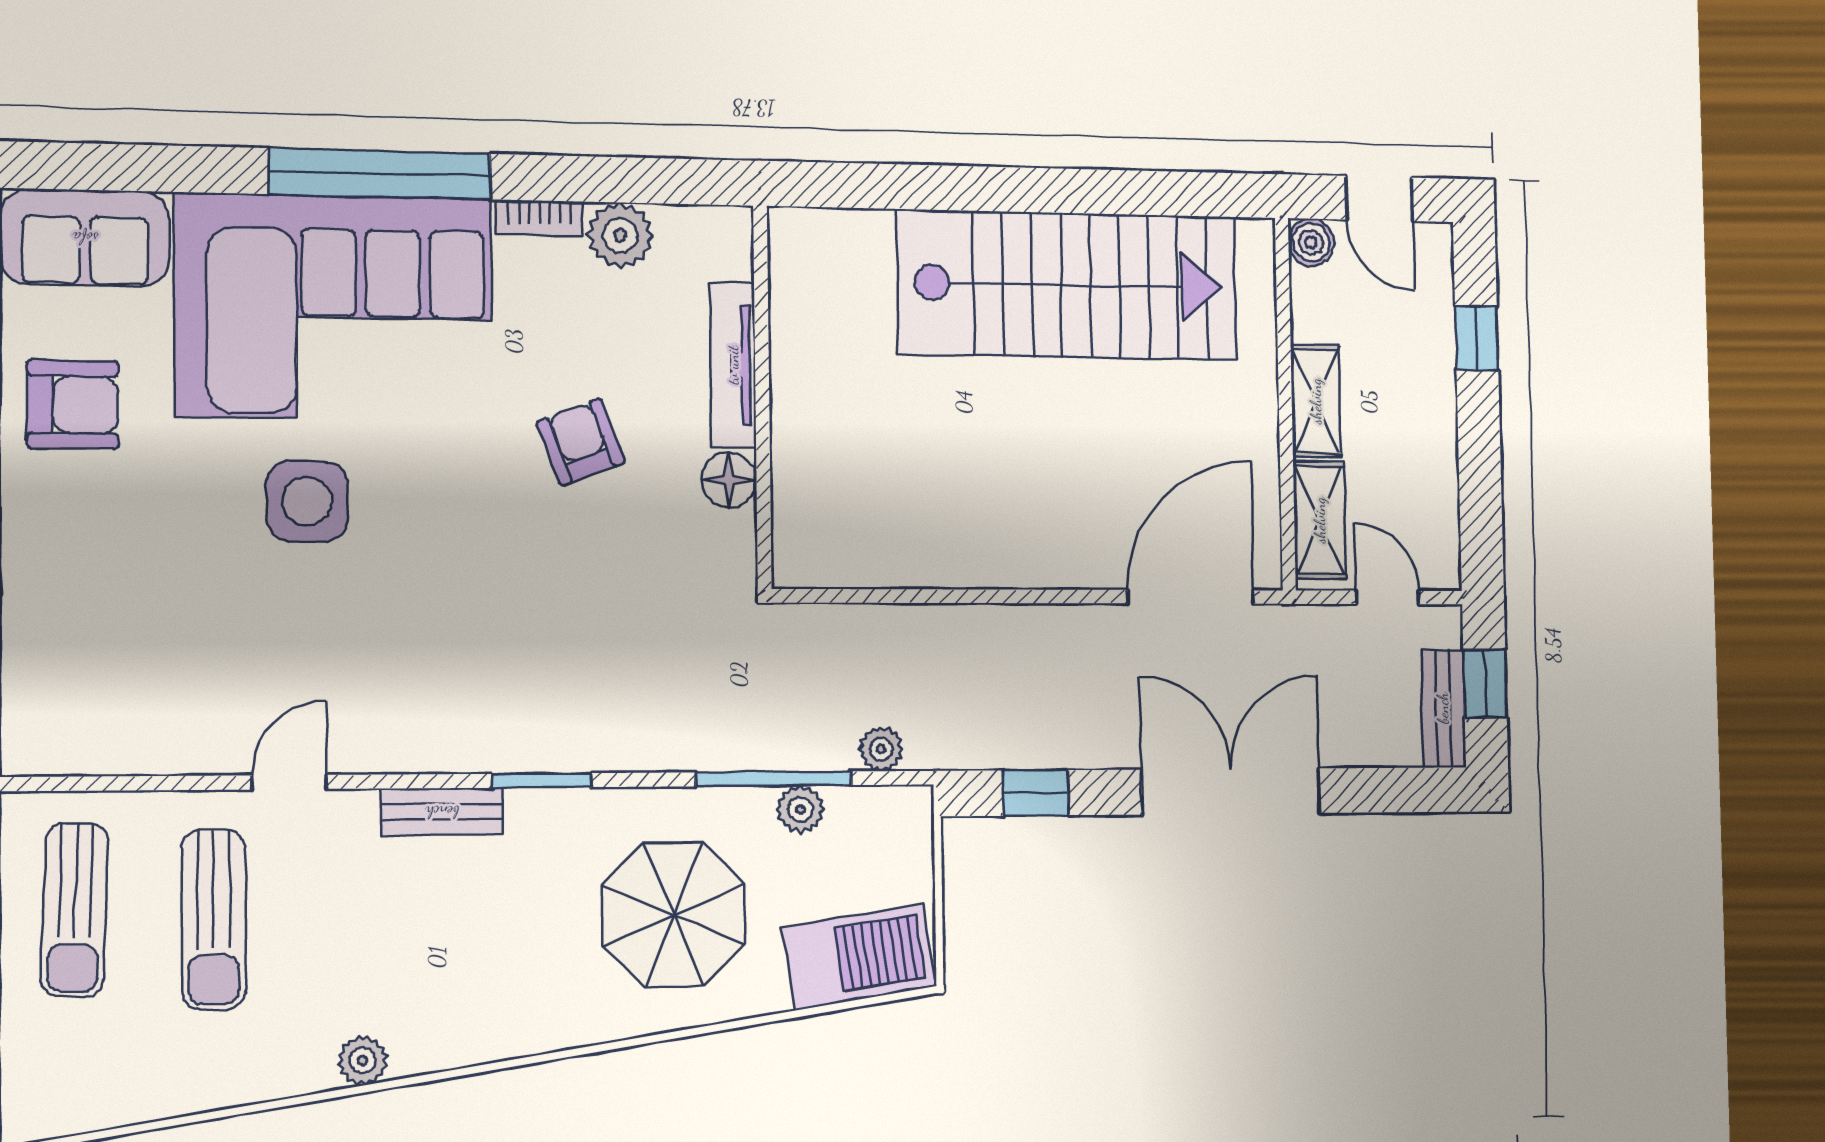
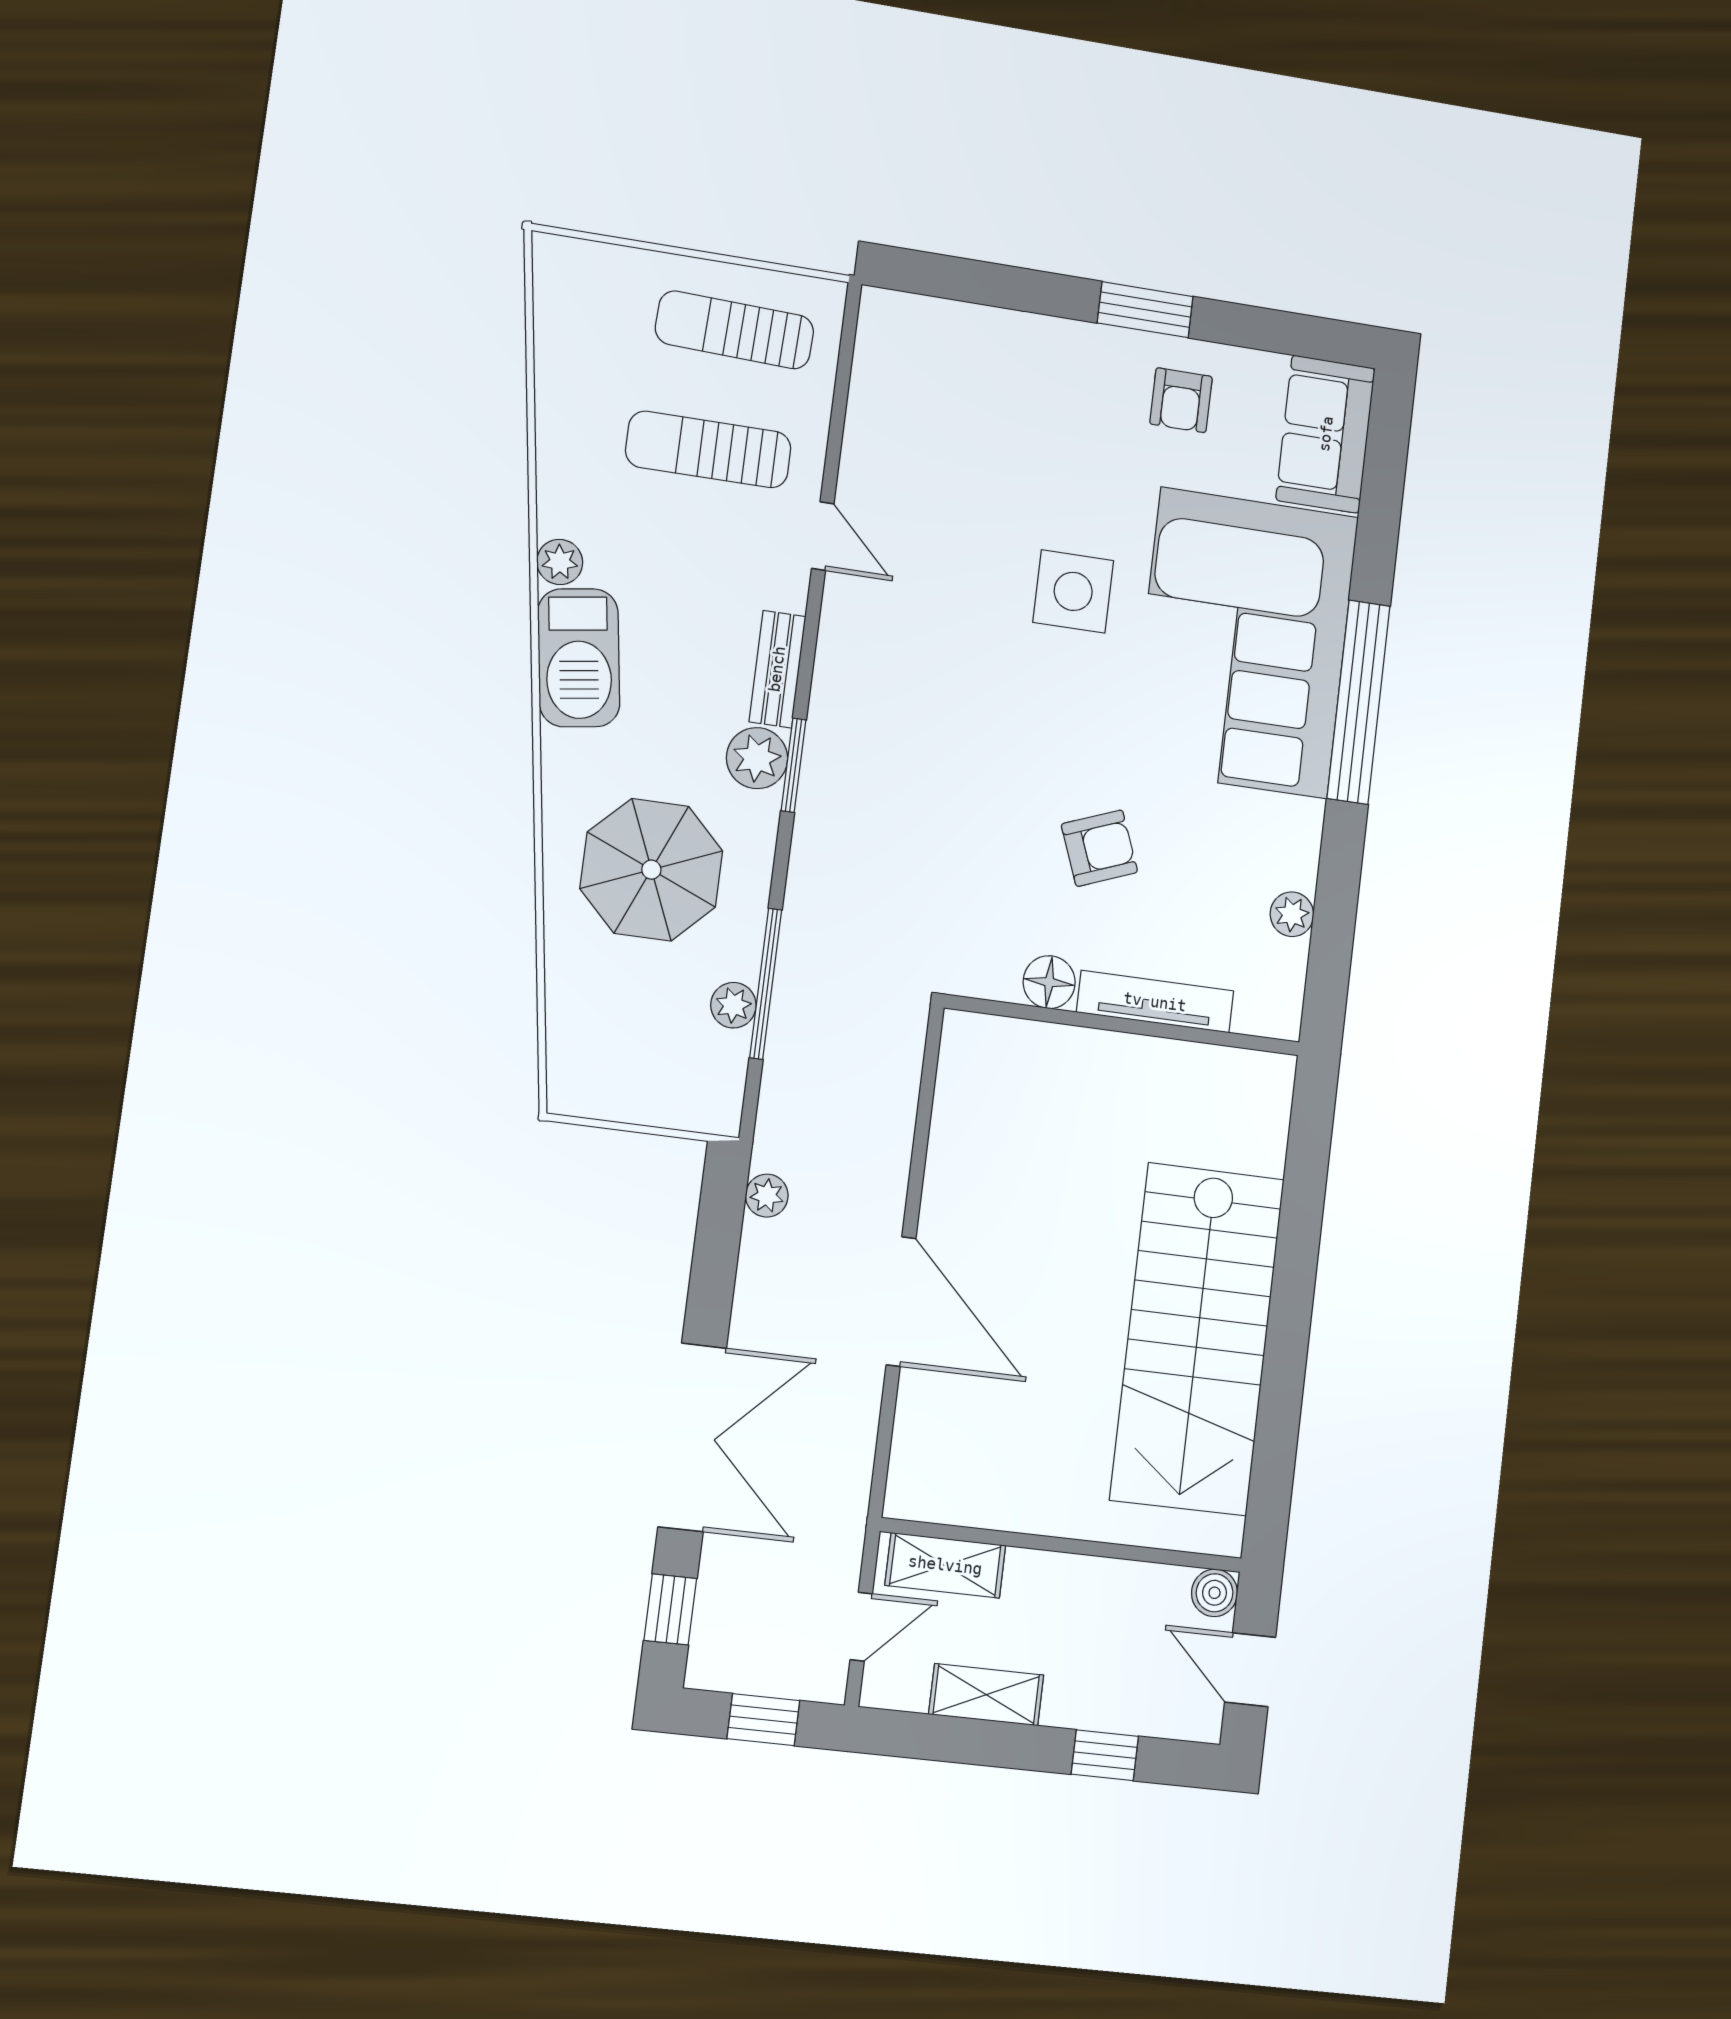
door: (1379, 199) -> (1250, 1670), hinge flipped
bookcase: (539, 218) -> (1306, 841), removed
plant: (620, 235) -> (1292, 914), width x0.73, depth x0.73
shelving: (1316, 401) -> (986, 1695), moved
armchair: (73, 405) -> (1181, 400), width x0.72, depth x0.72
door: (1191, 597) -> (901, 1302), moved
bench: (1443, 708) -> (744, 1672), removed
plant: (881, 749) -> (767, 1196), moved
window: (1036, 793) -> (670, 1609), moved
plant: (540, 820) -> (757, 758), added
barbecue: (859, 957) -> (579, 658), moved

